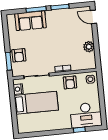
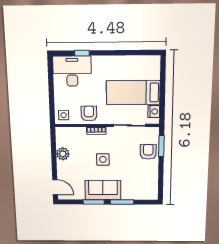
sofa: (31, 21) -> (103, 190), moved
side table: (55, 45) -> (103, 159), added

